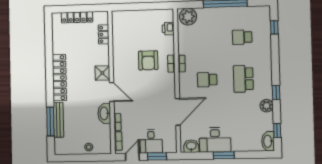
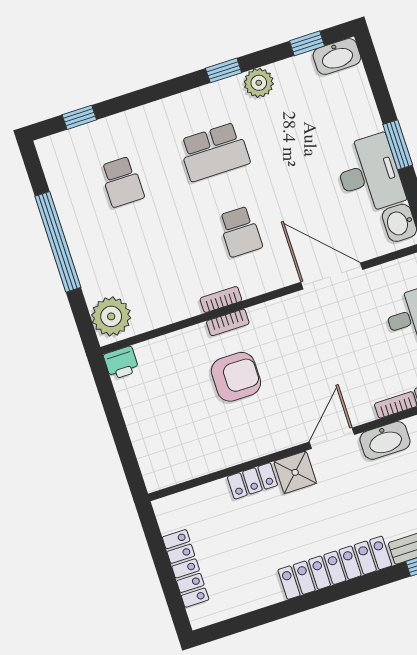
printer: (168, 29) -> (121, 363), moved
locker: (104, 34) -> (252, 481), moved

